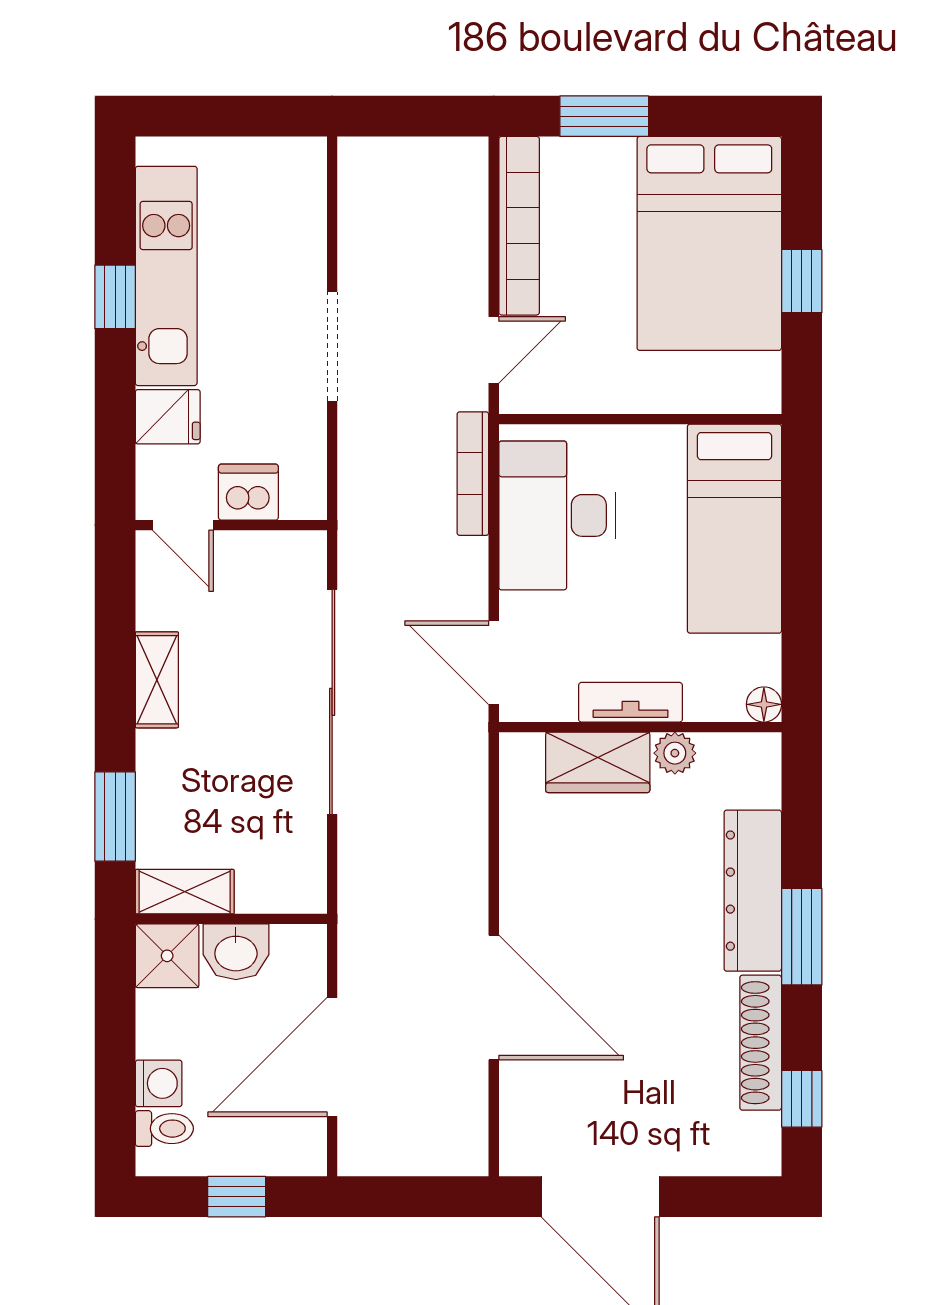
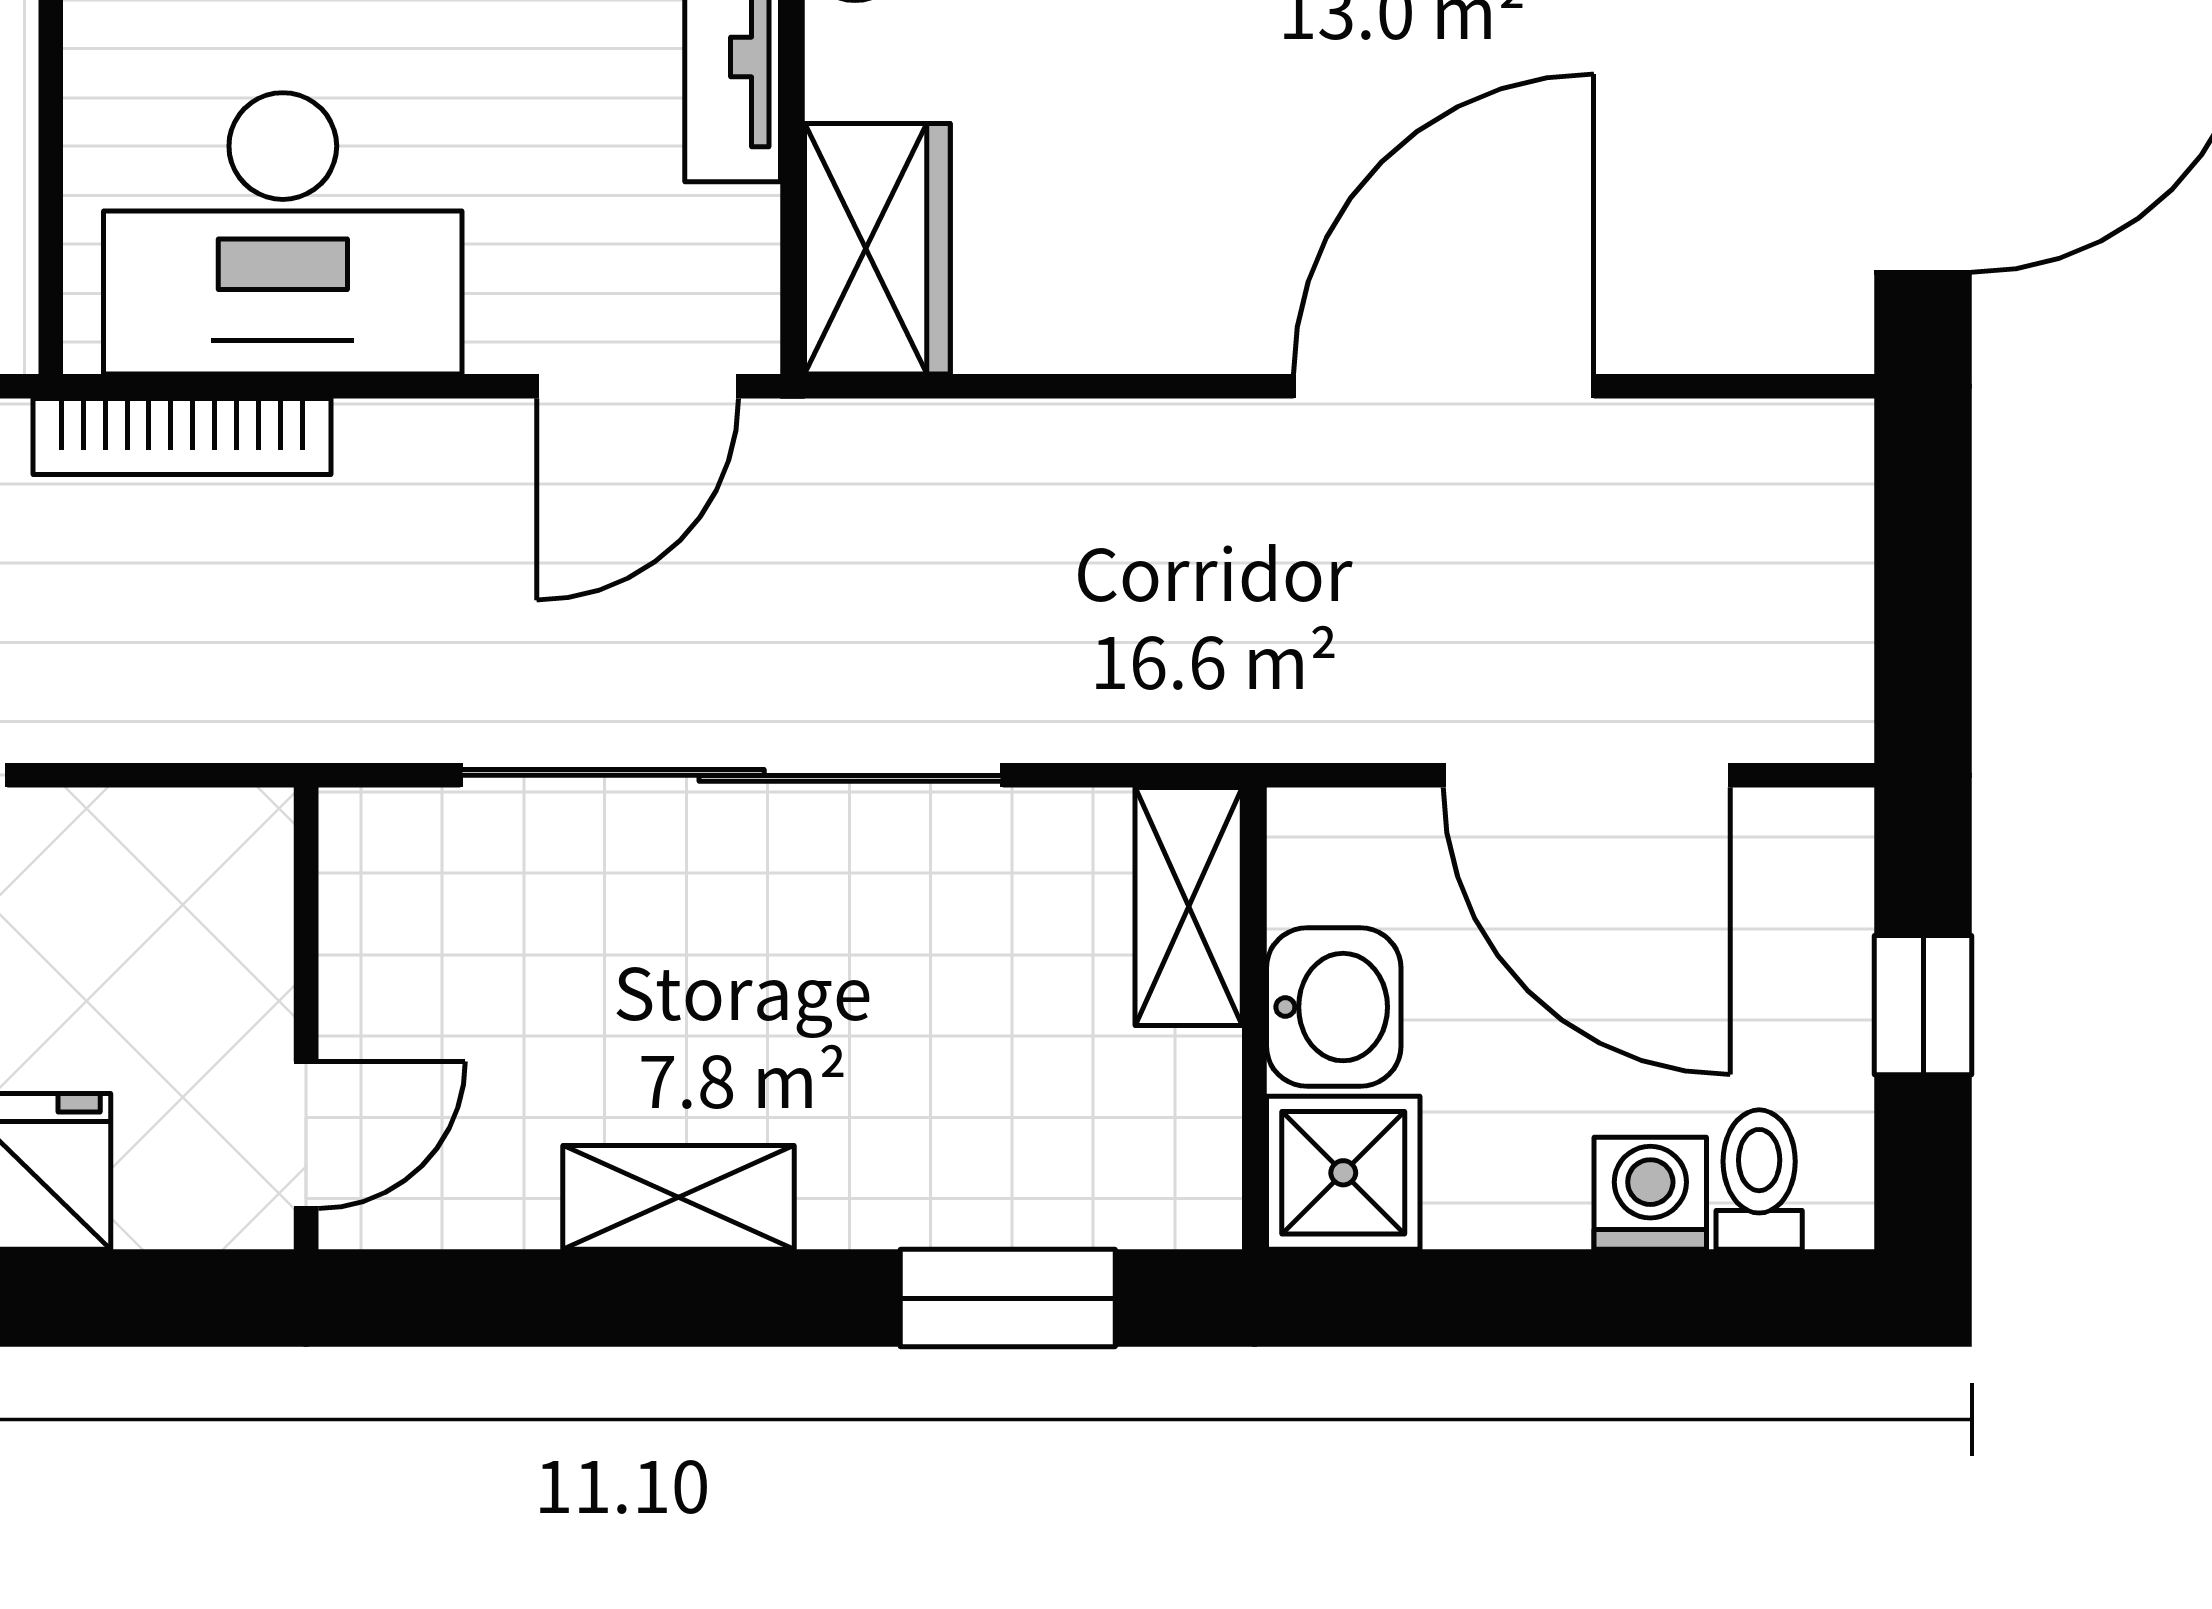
dishwasher: (248, 492) -> (227, 977), removed
wardrobe: (598, 762) -> (877, 249), moved
shelving: (185, 892) -> (1189, 907), moved

